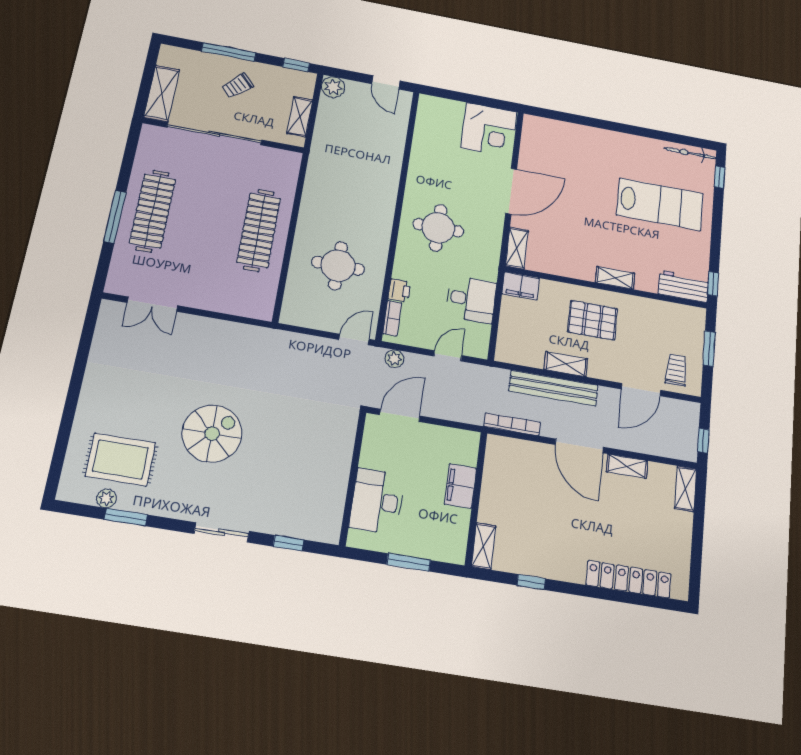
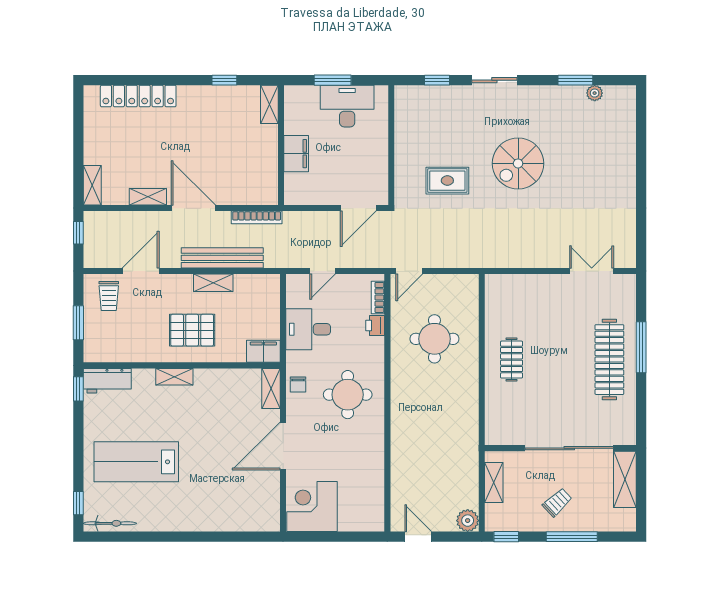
clothes rail: (259, 230) -> (512, 360), width x0.54, depth x0.76
chair: (489, 247) -> (298, 385), added
plant: (394, 359) -> (370, 260), removed
rug: (121, 459) -> (447, 181), moved, width x0.73, depth x0.70
desk: (377, 501) -> (347, 106), moved, turned -90

